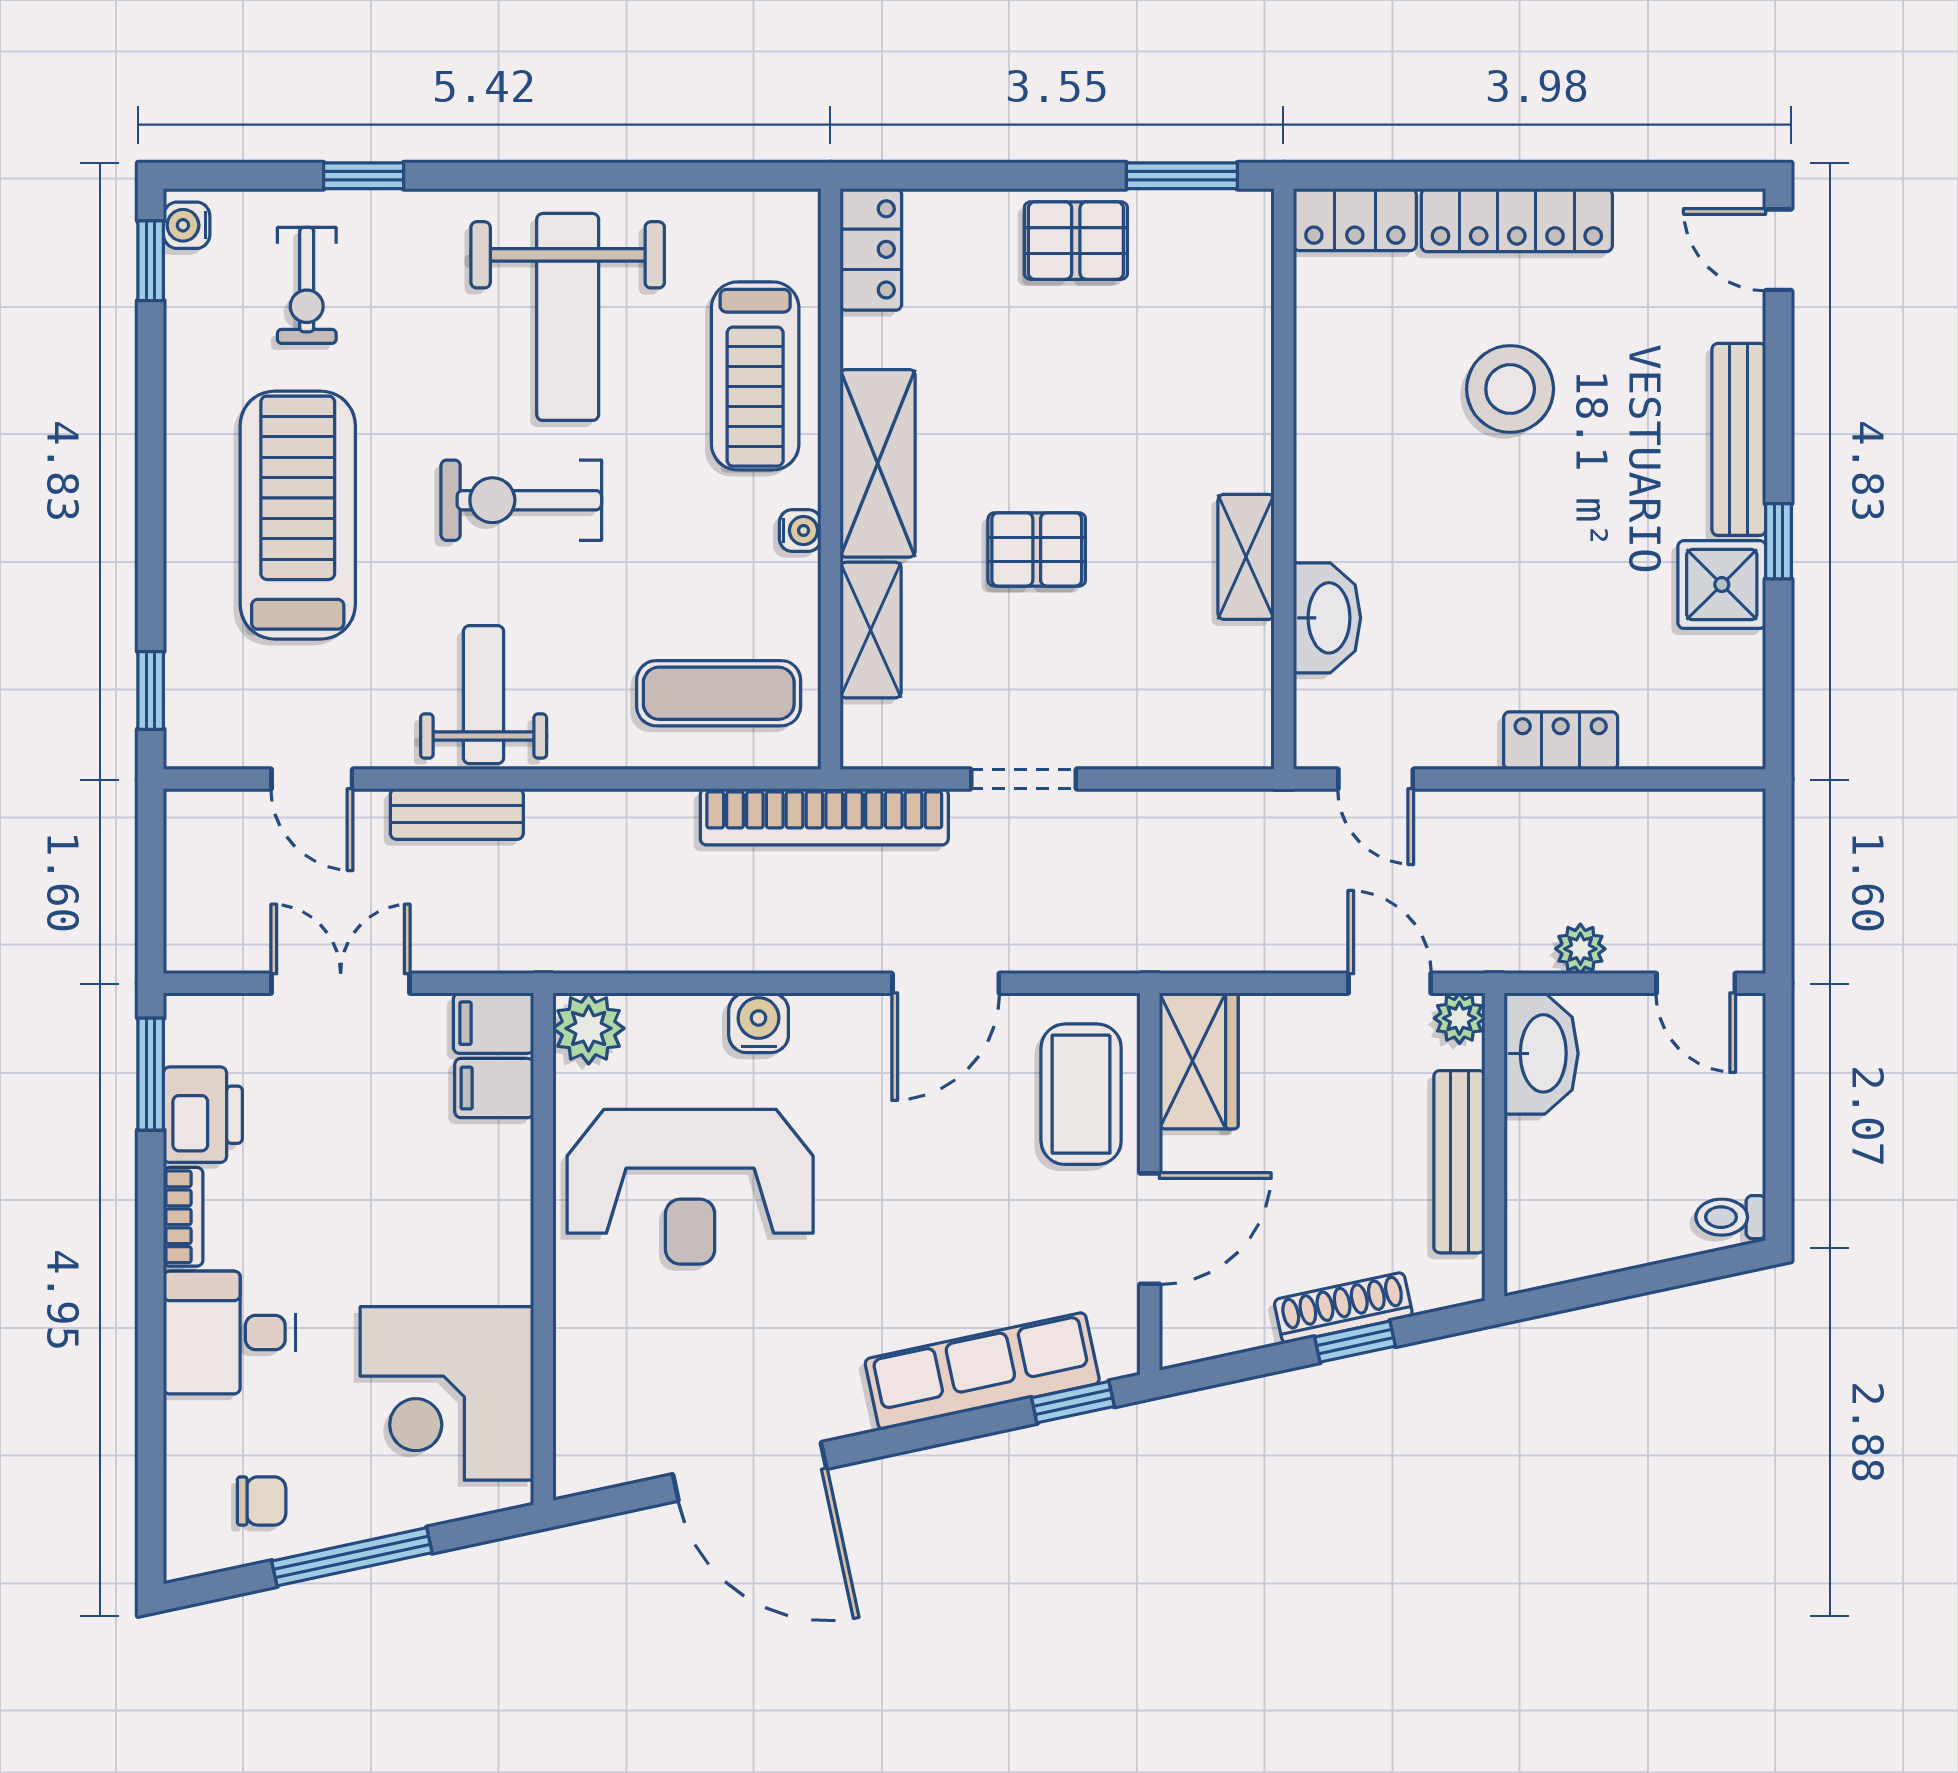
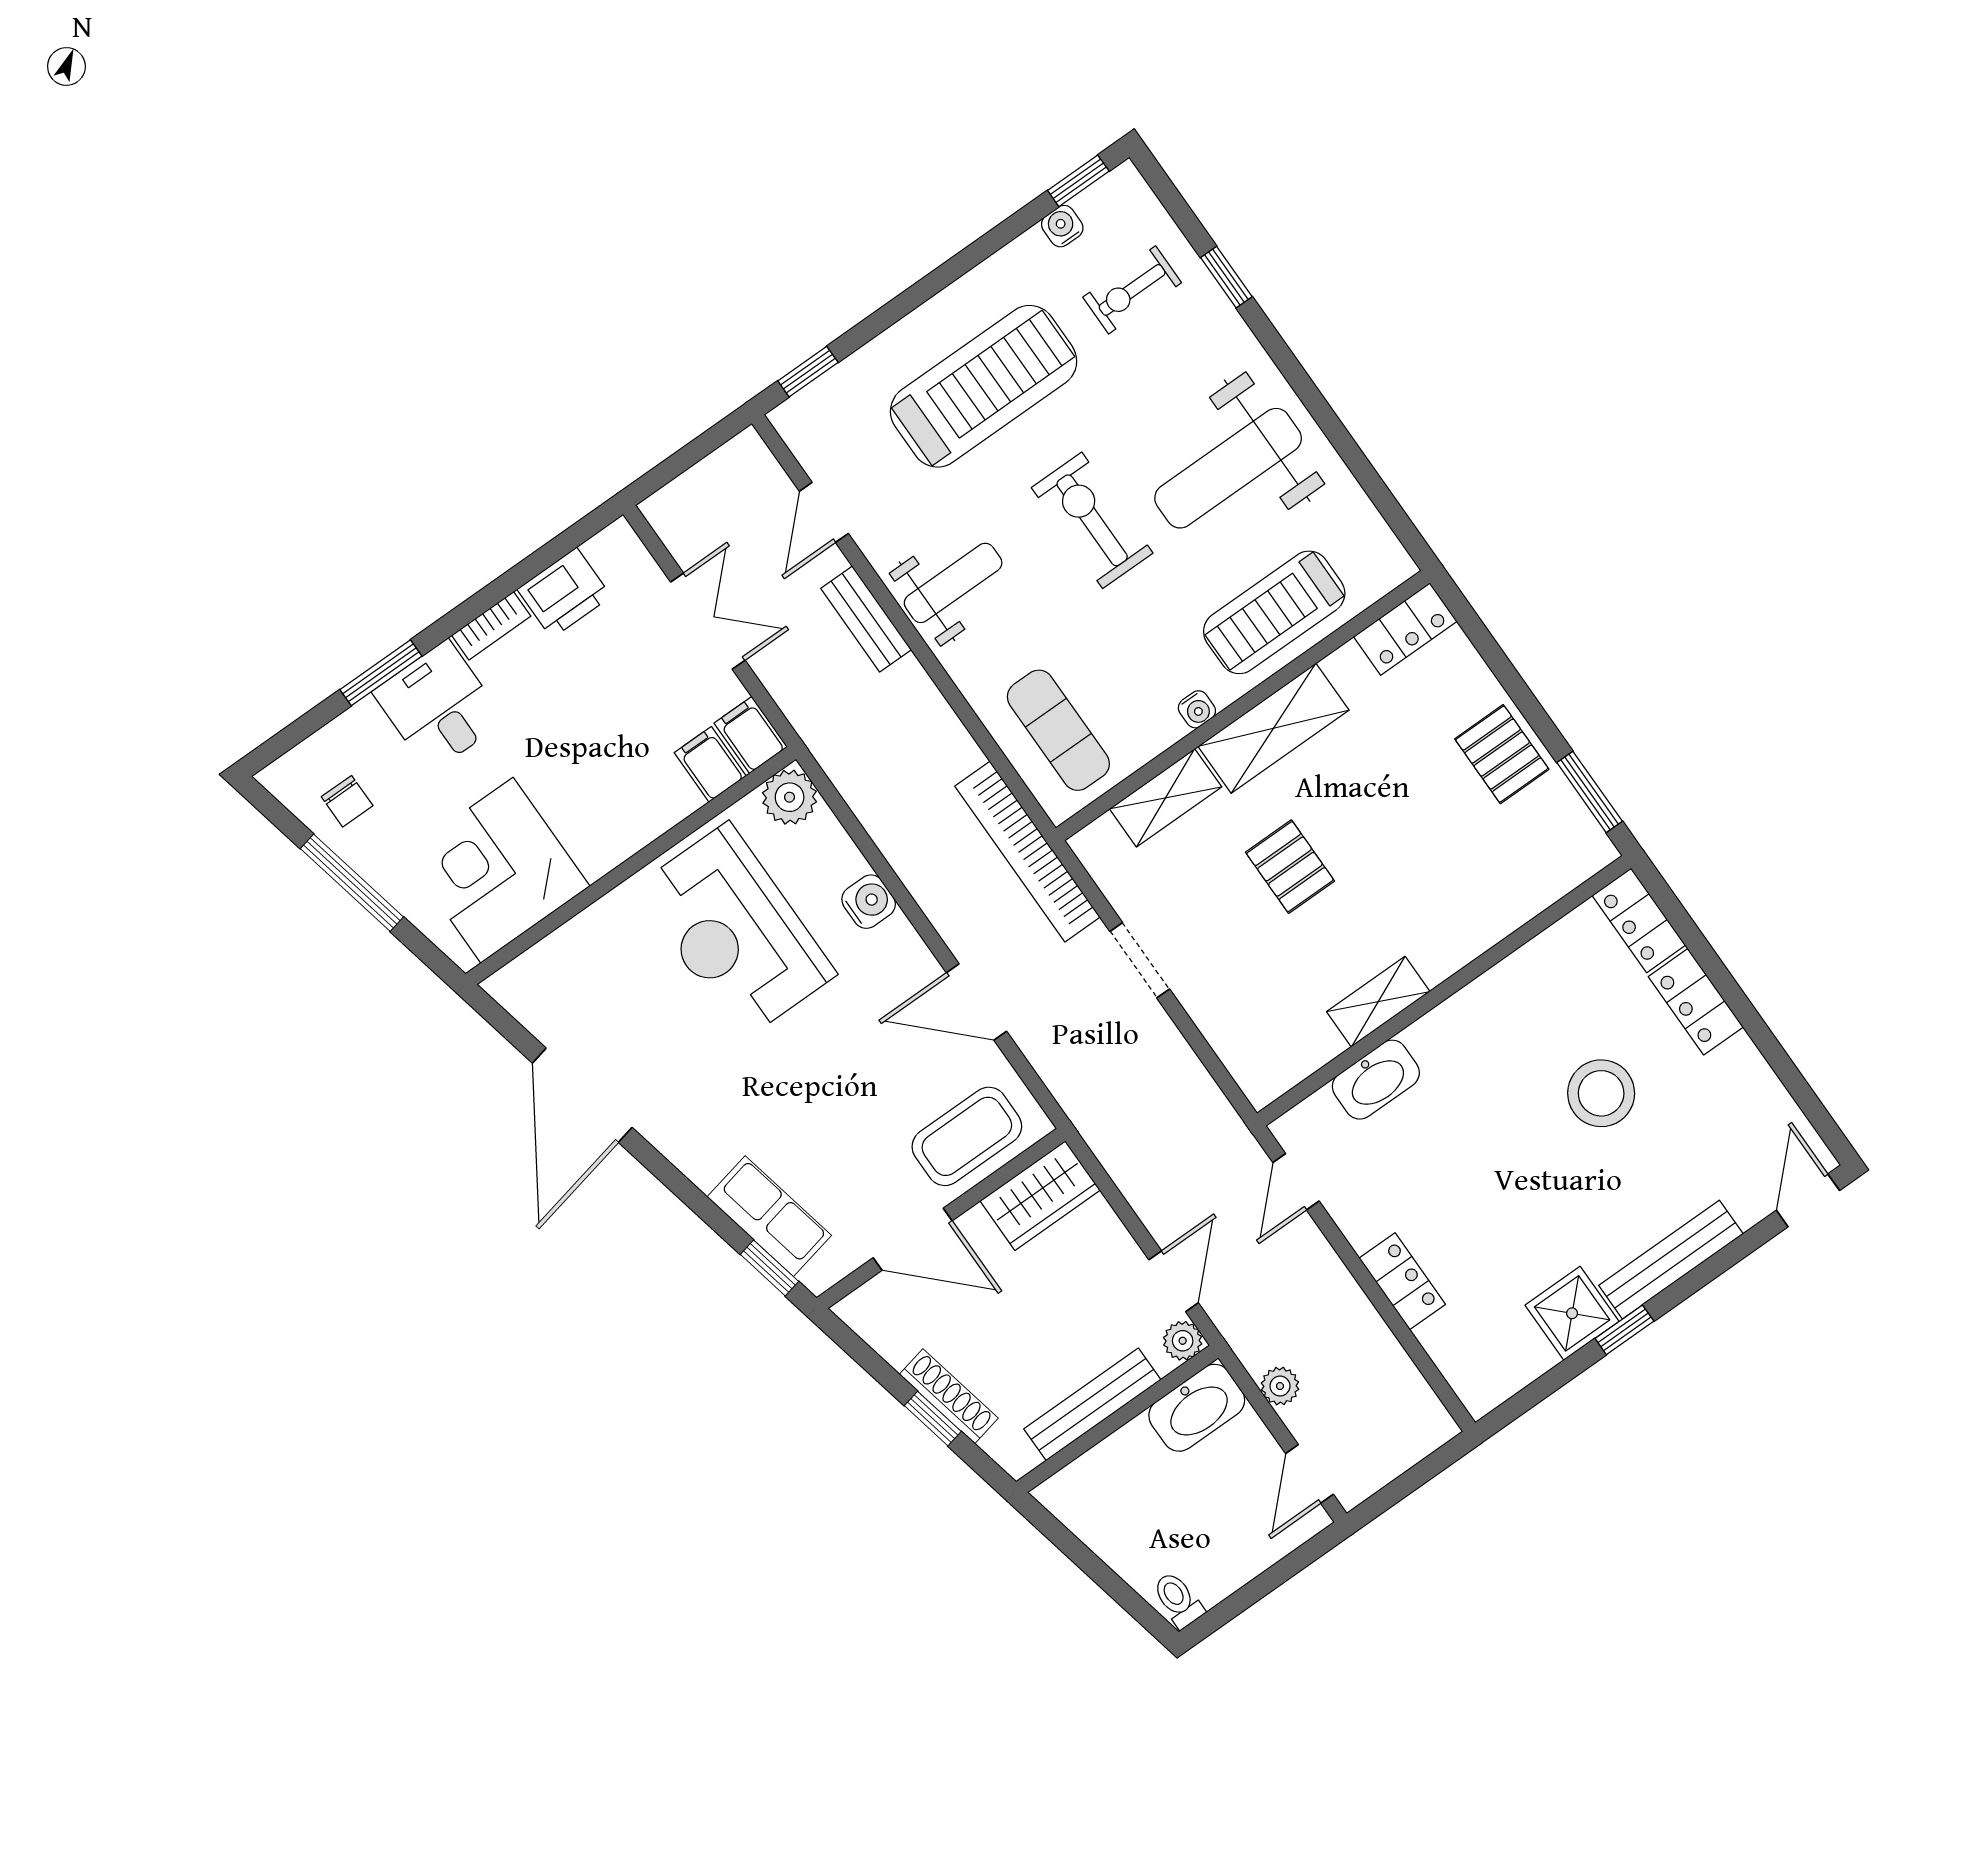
locker: (1517, 220) -> (1696, 1002), width x0.66
water cooler: (187, 225) -> (1062, 226), moved
window: (151, 1074) -> (381, 673), moved
row of seats: (982, 1371) -> (769, 1216), width x0.68

